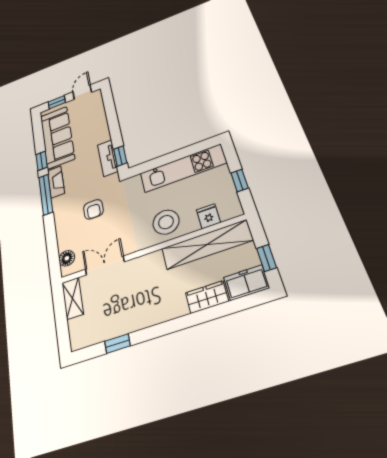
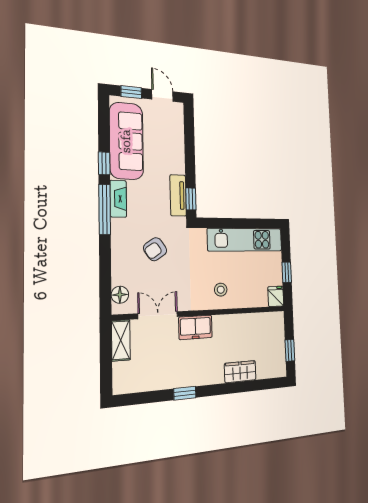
door: (82, 92) -> (162, 95), hinge flipped
armchair: (93, 209) -> (155, 249), turned 56
fridge: (208, 216) -> (276, 296), moved
stool: (166, 222) -> (221, 290), width x0.53, depth x0.53
shelving: (207, 245) -> (250, 324), removed
freezer: (246, 283) -> (195, 327), moved, turned 180
window: (117, 344) -> (185, 393), moved

